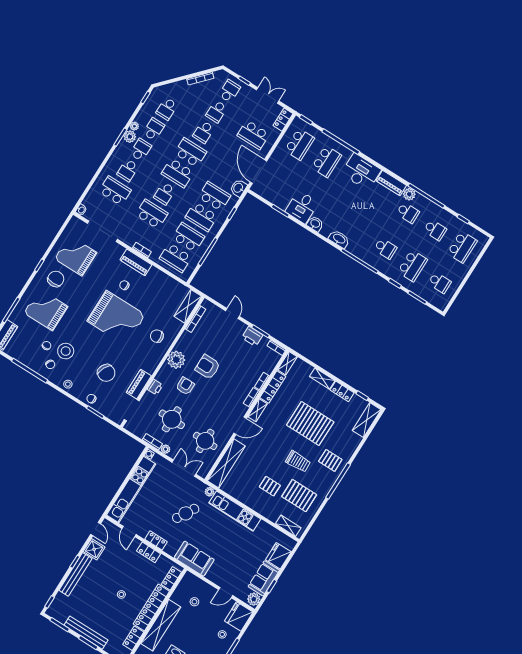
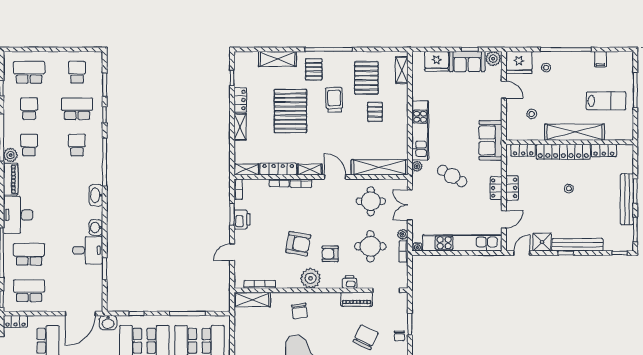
armchair: (208, 367) -> (298, 244), turned -80
shelving: (367, 420) -> (277, 59), moved

